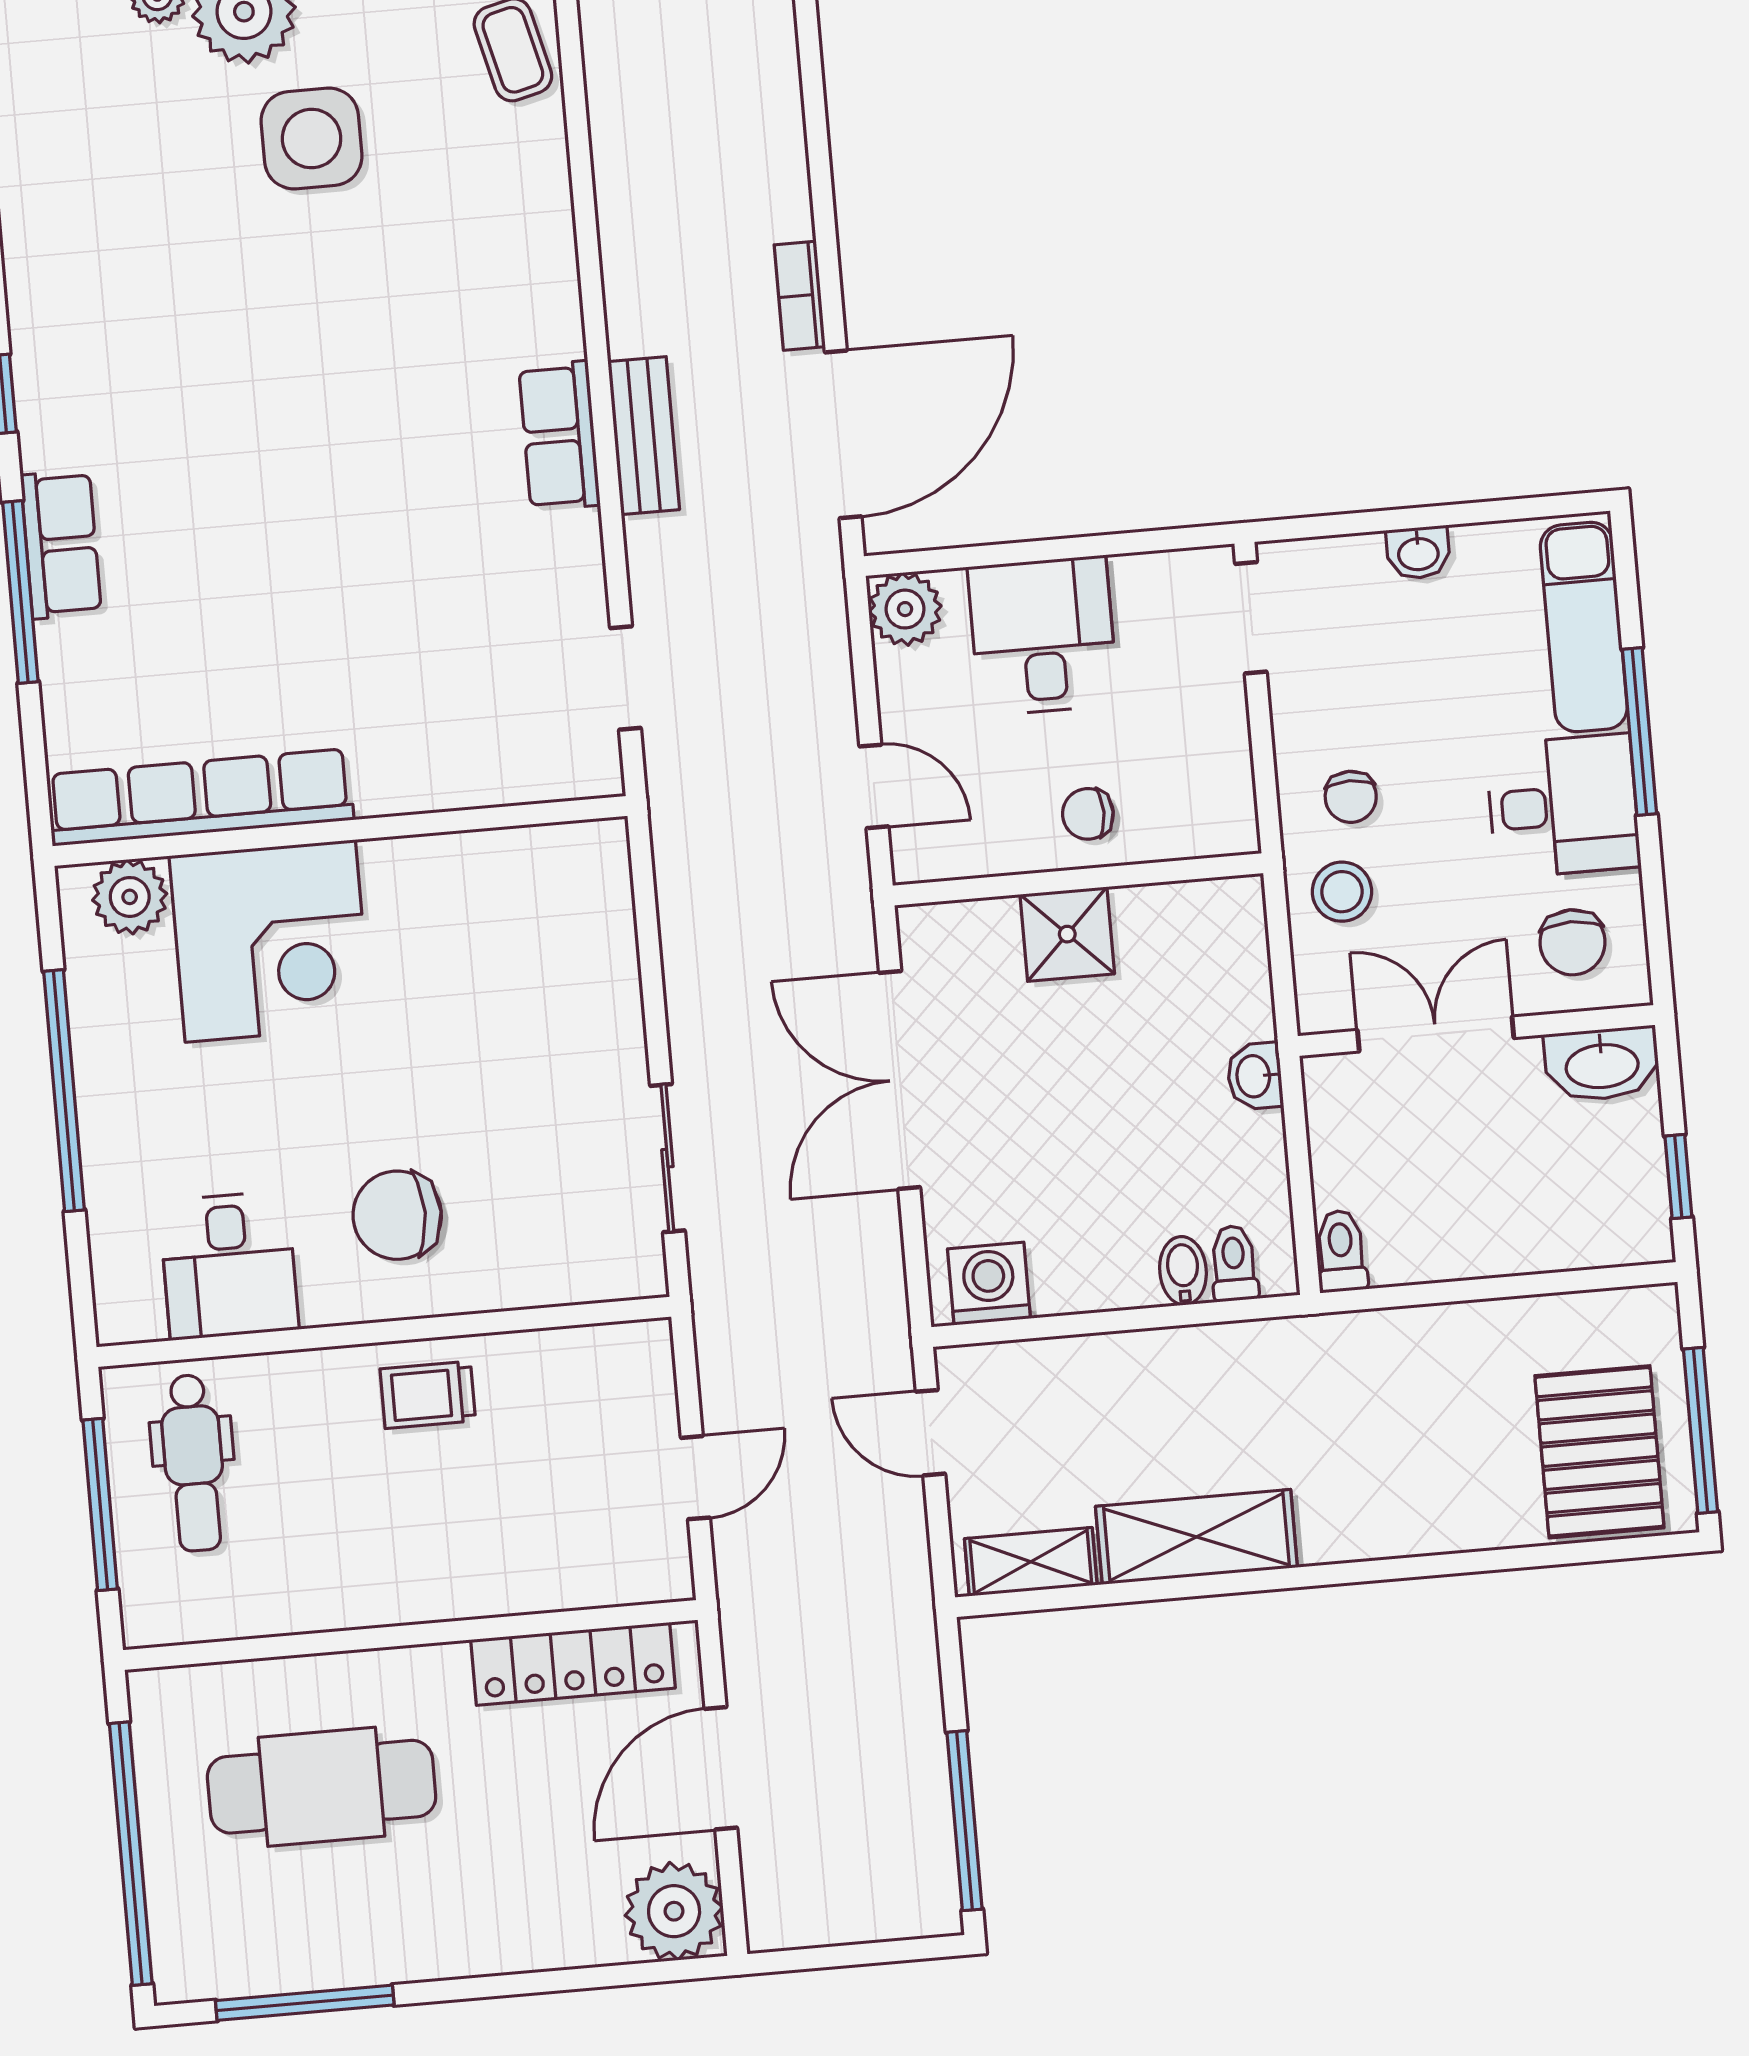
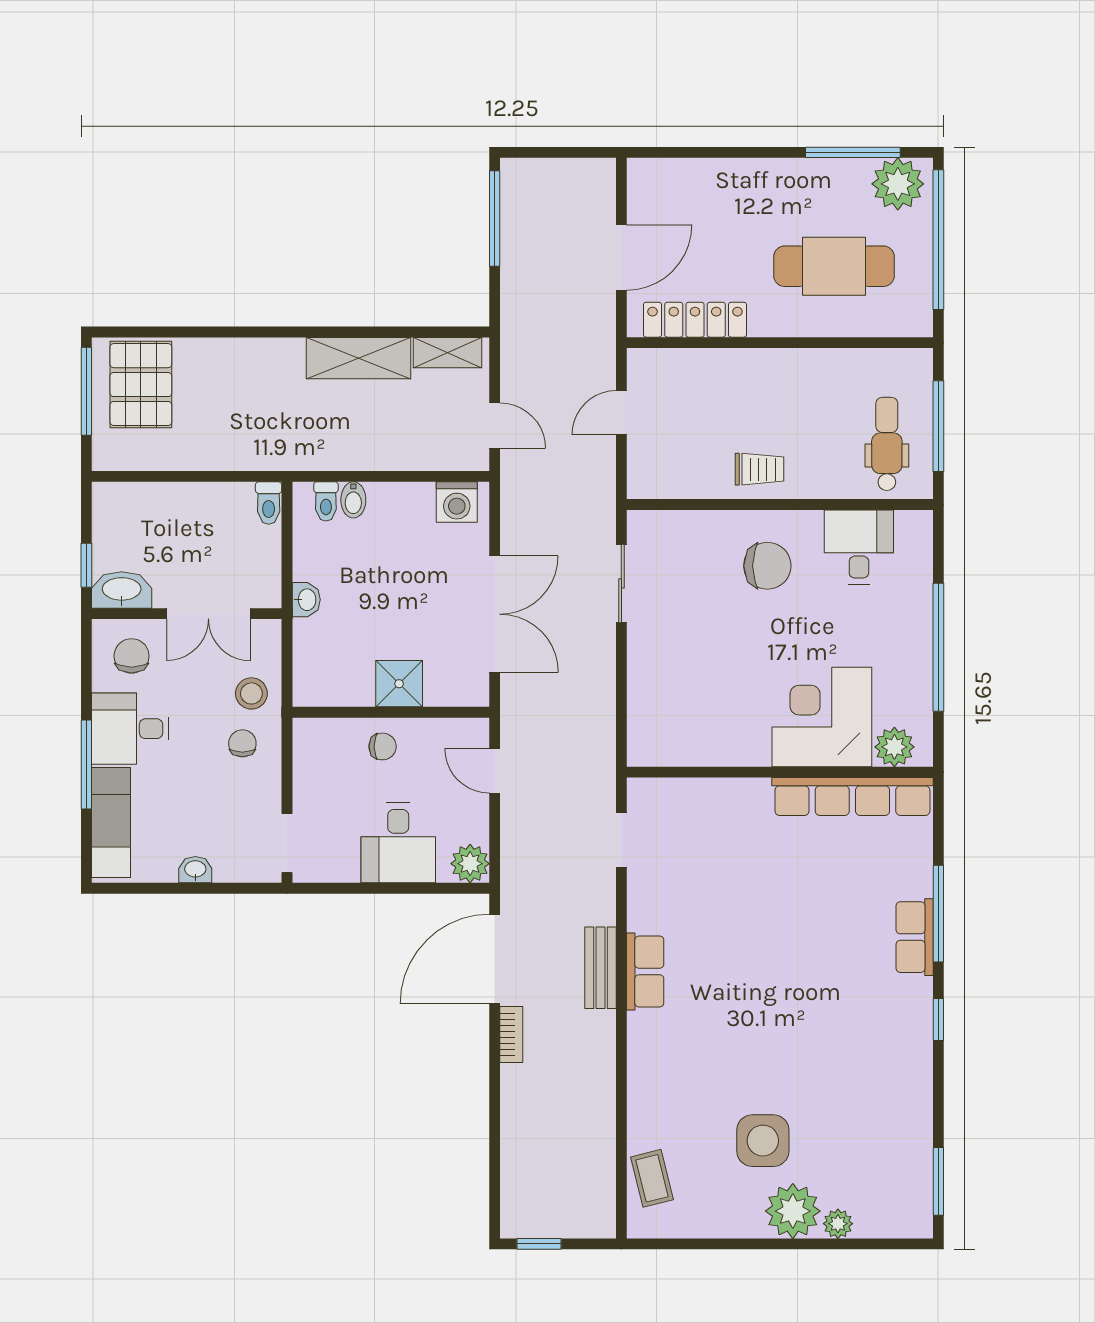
window: (1678, 1177) -> (86, 565), moved
plant: (674, 1911) -> (898, 184), moved

